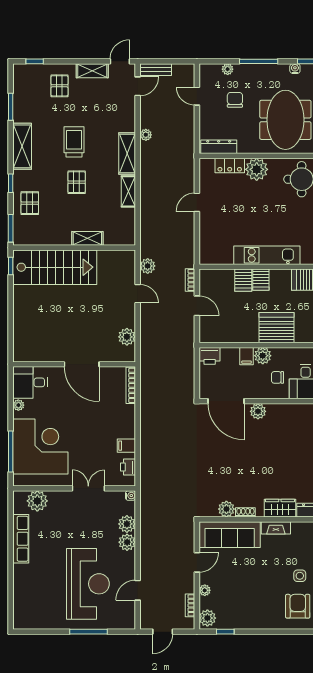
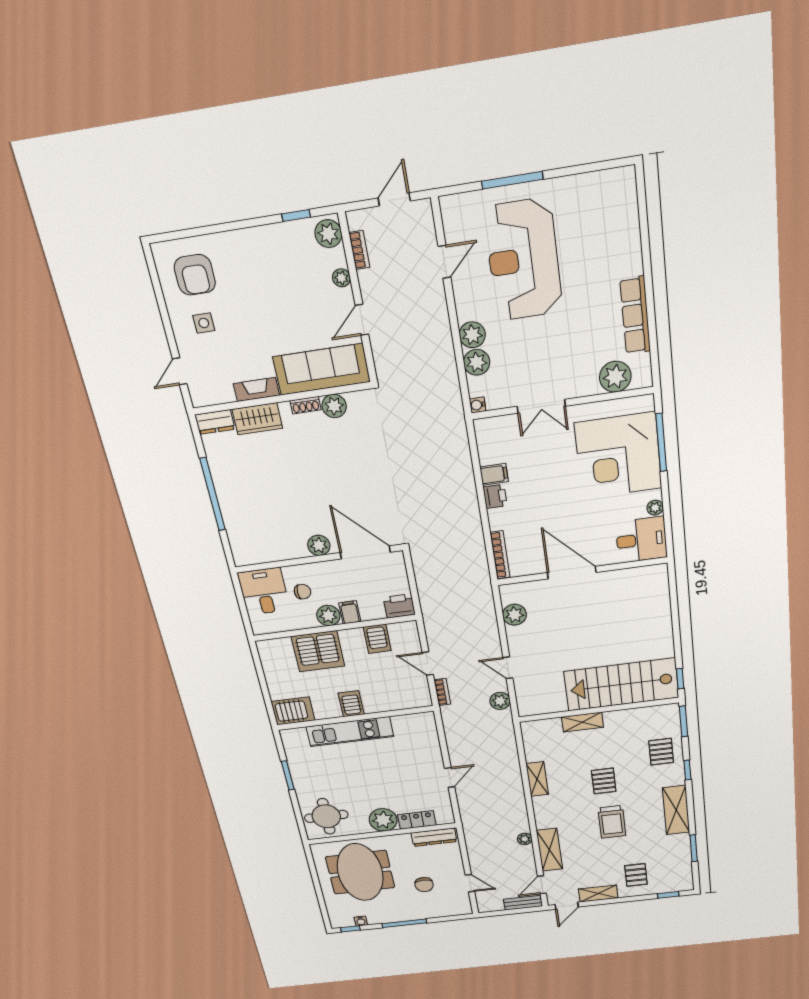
plant: (228, 69) -> (439, 912), removed
shelving: (127, 153) -> (549, 850), moved
server rack: (243, 280) -> (377, 639), moved, turned 180
printer: (128, 467) -> (495, 496), moved

